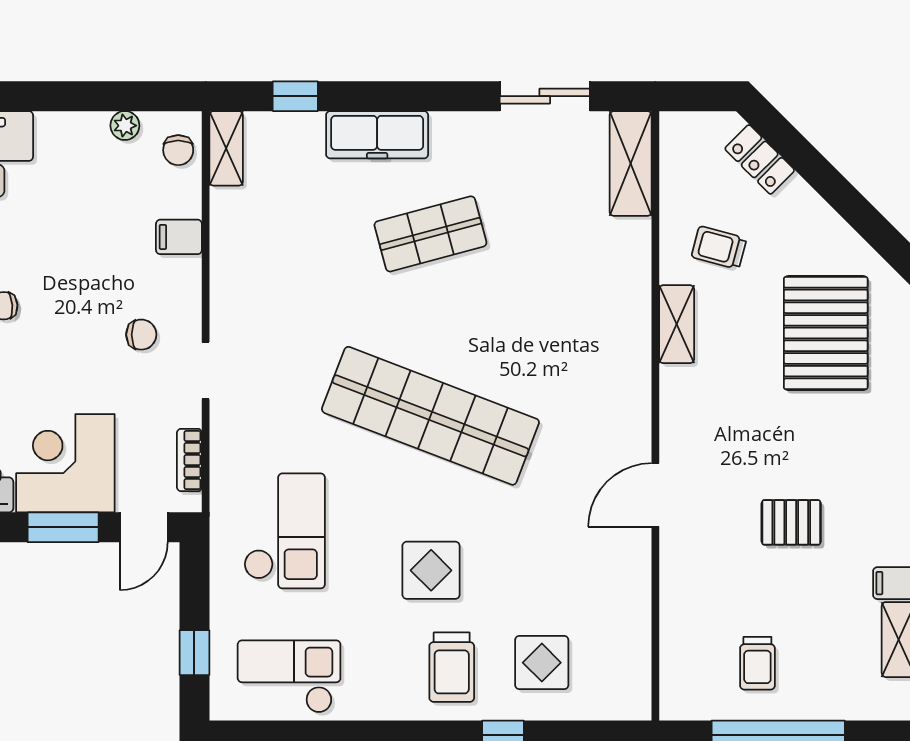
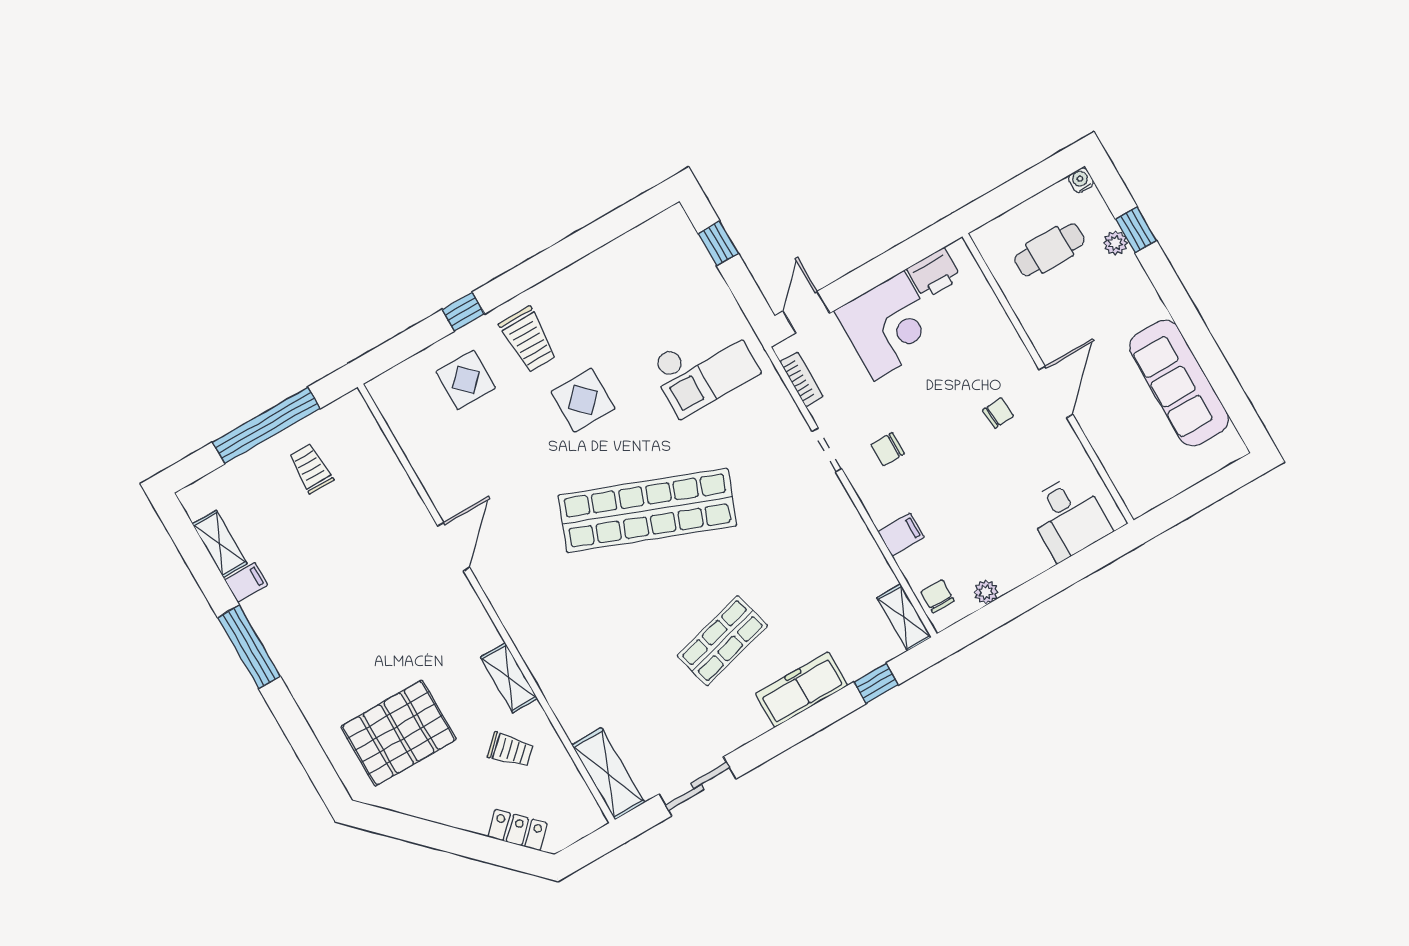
trolley: (719, 248) -> (510, 750), turned 32
pallet: (826, 333) -> (399, 733), turned 90
pallet: (791, 522) -> (345, 583), removed
window: (63, 527) -> (864, 279), removed
checkout: (285, 531) -> (704, 368), turned -90
trolley: (452, 667) -> (528, 339), turned 180
checkout: (289, 677) -> (641, 265), removed

